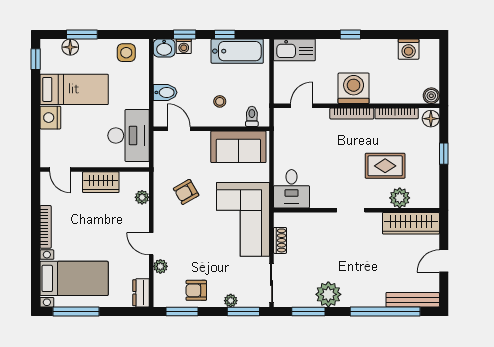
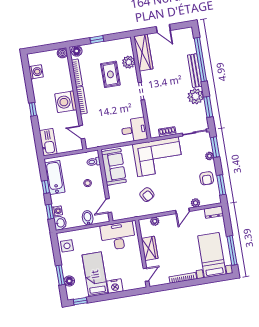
bench: (413, 300) -> (195, 71), moved

